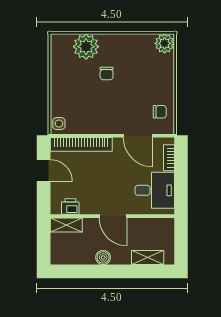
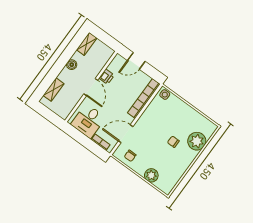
plant: (165, 43) -> (151, 175), moved
door: (44, 171) -> (136, 61), moved
printer: (70, 207) -> (107, 77), moved
door: (113, 216) -> (91, 87), swing flipped
shelving: (66, 225) -> (87, 44), moved

